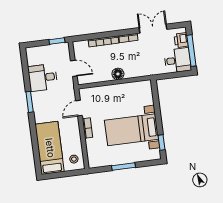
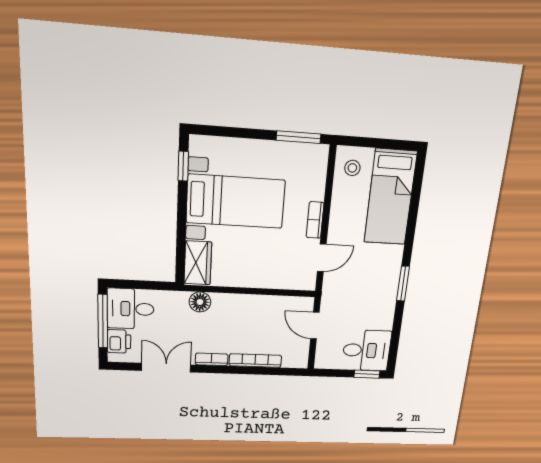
double door: (153, 29) -> (166, 368), swing flipped
window: (57, 41) -> (367, 374), moved
floor lamp: (118, 74) -> (200, 302), moved
desk: (43, 78) -> (366, 350), moved
wardrobe: (146, 93) -> (198, 263), added
window: (124, 166) -> (299, 137), moved

